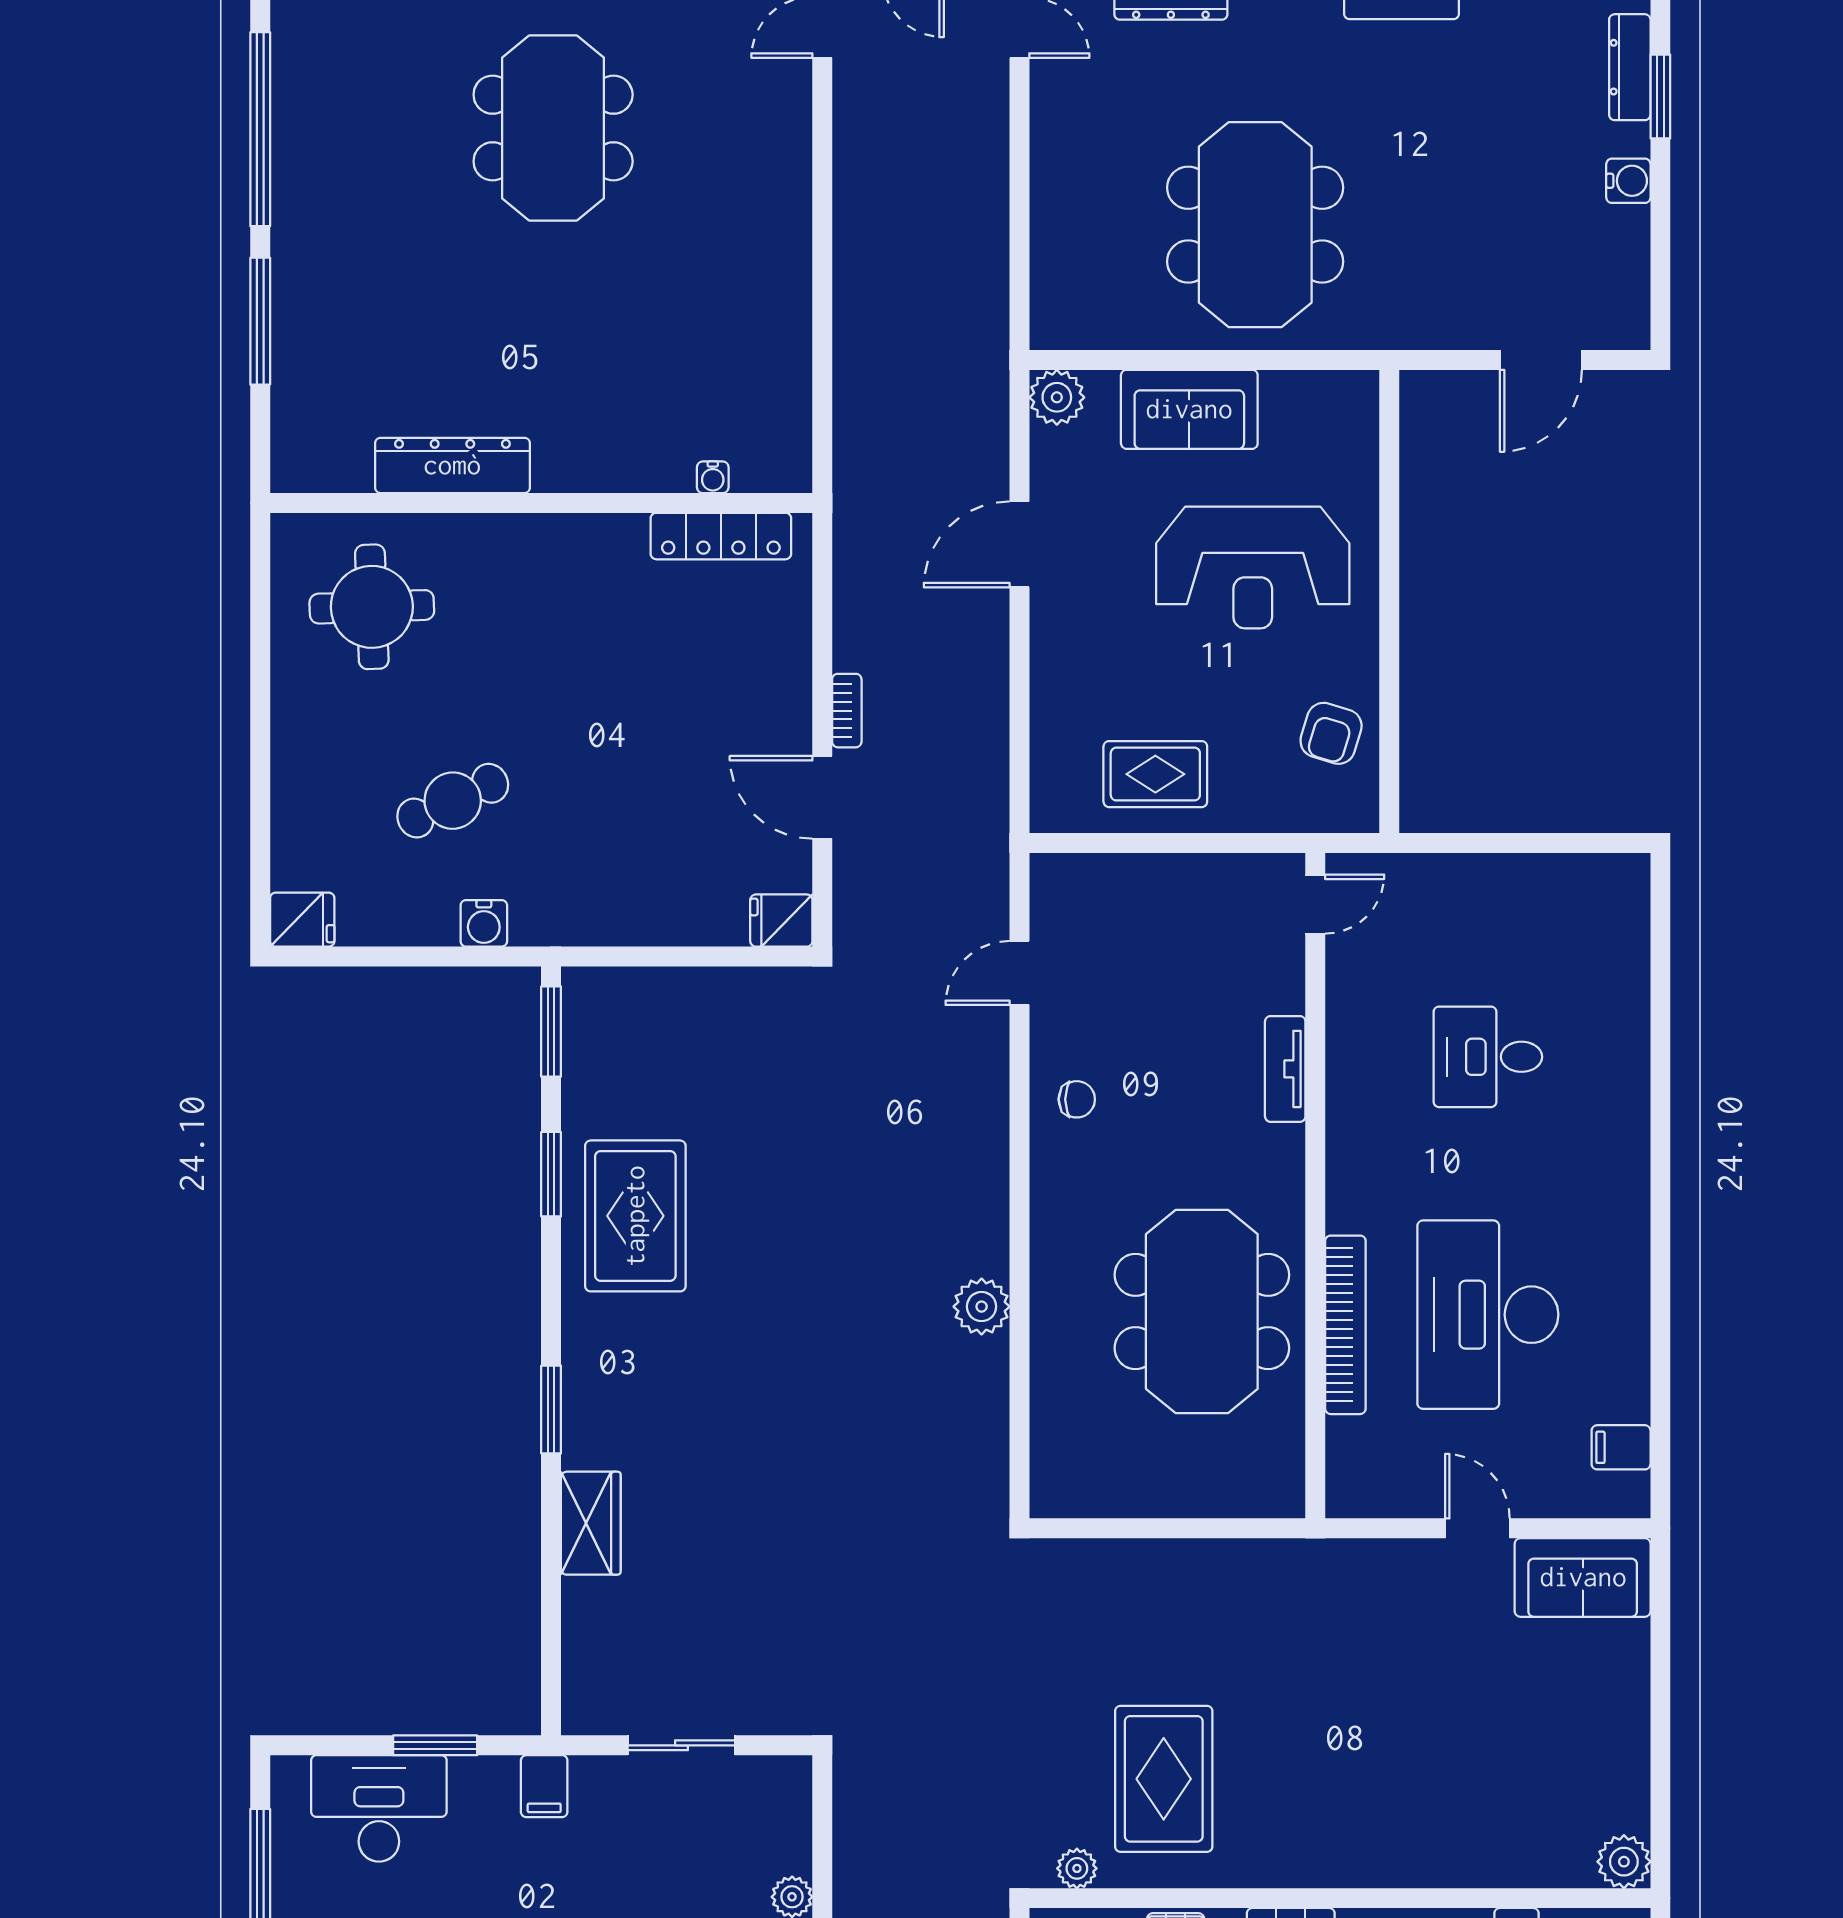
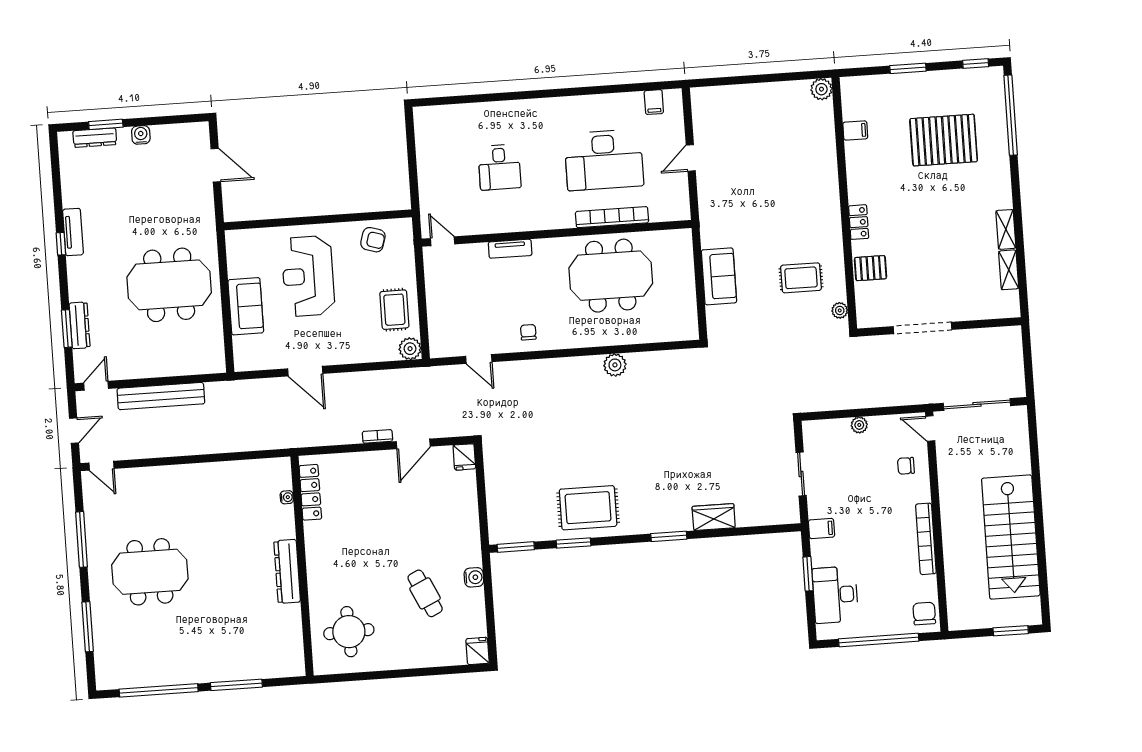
bench: (983, 185) -> (161, 396), added
plant: (1057, 397) -> (410, 349), moved
dresser: (452, 465) -> (287, 571), moved
reception desk: (1253, 568) -> (308, 276), turned 180
sofa: (1583, 1577) -> (719, 276), moved
rug: (1164, 1779) -> (801, 278), width x0.73, depth x0.70

